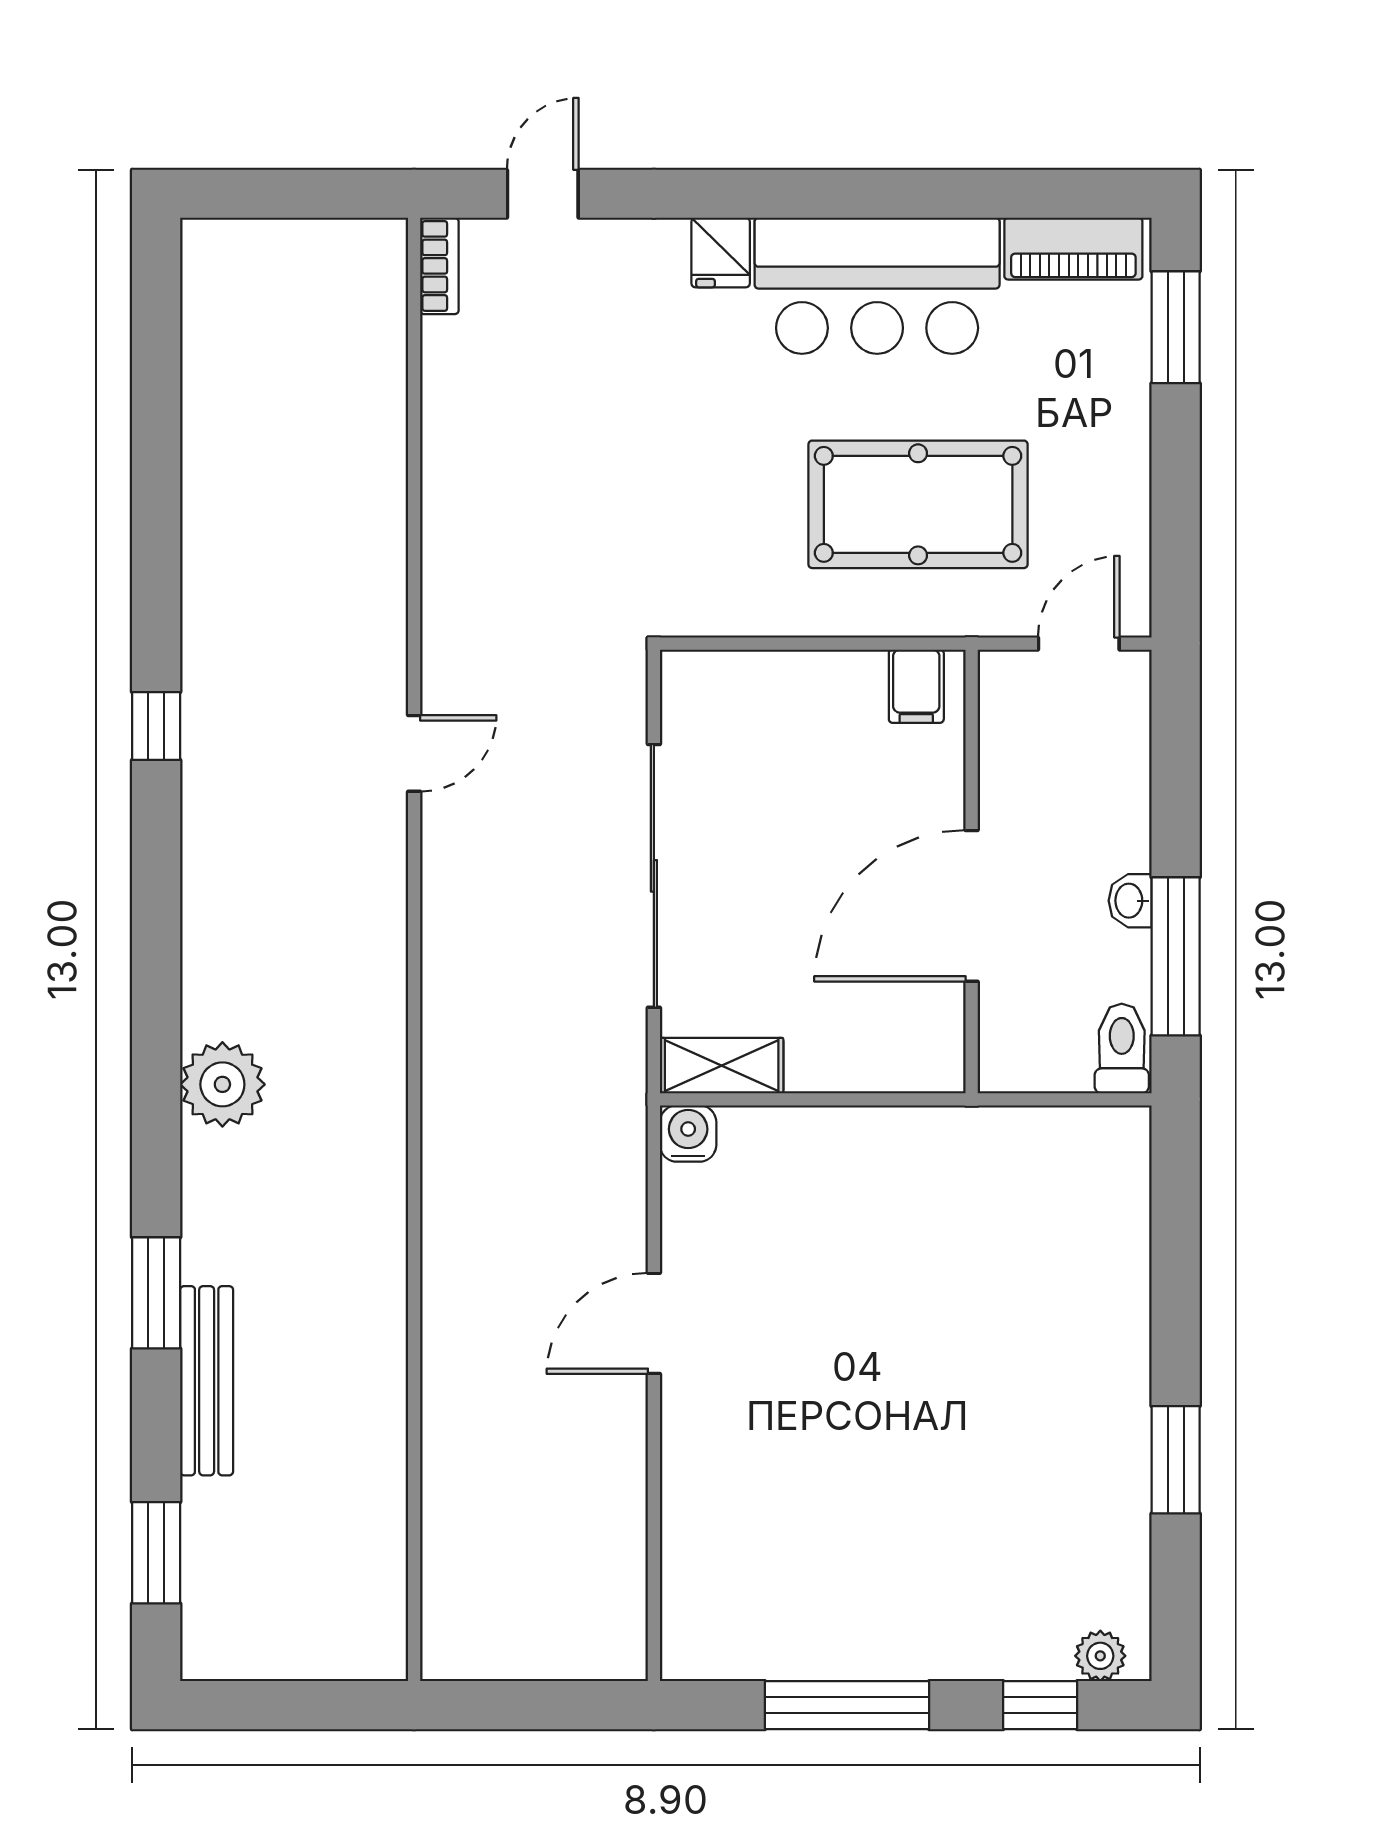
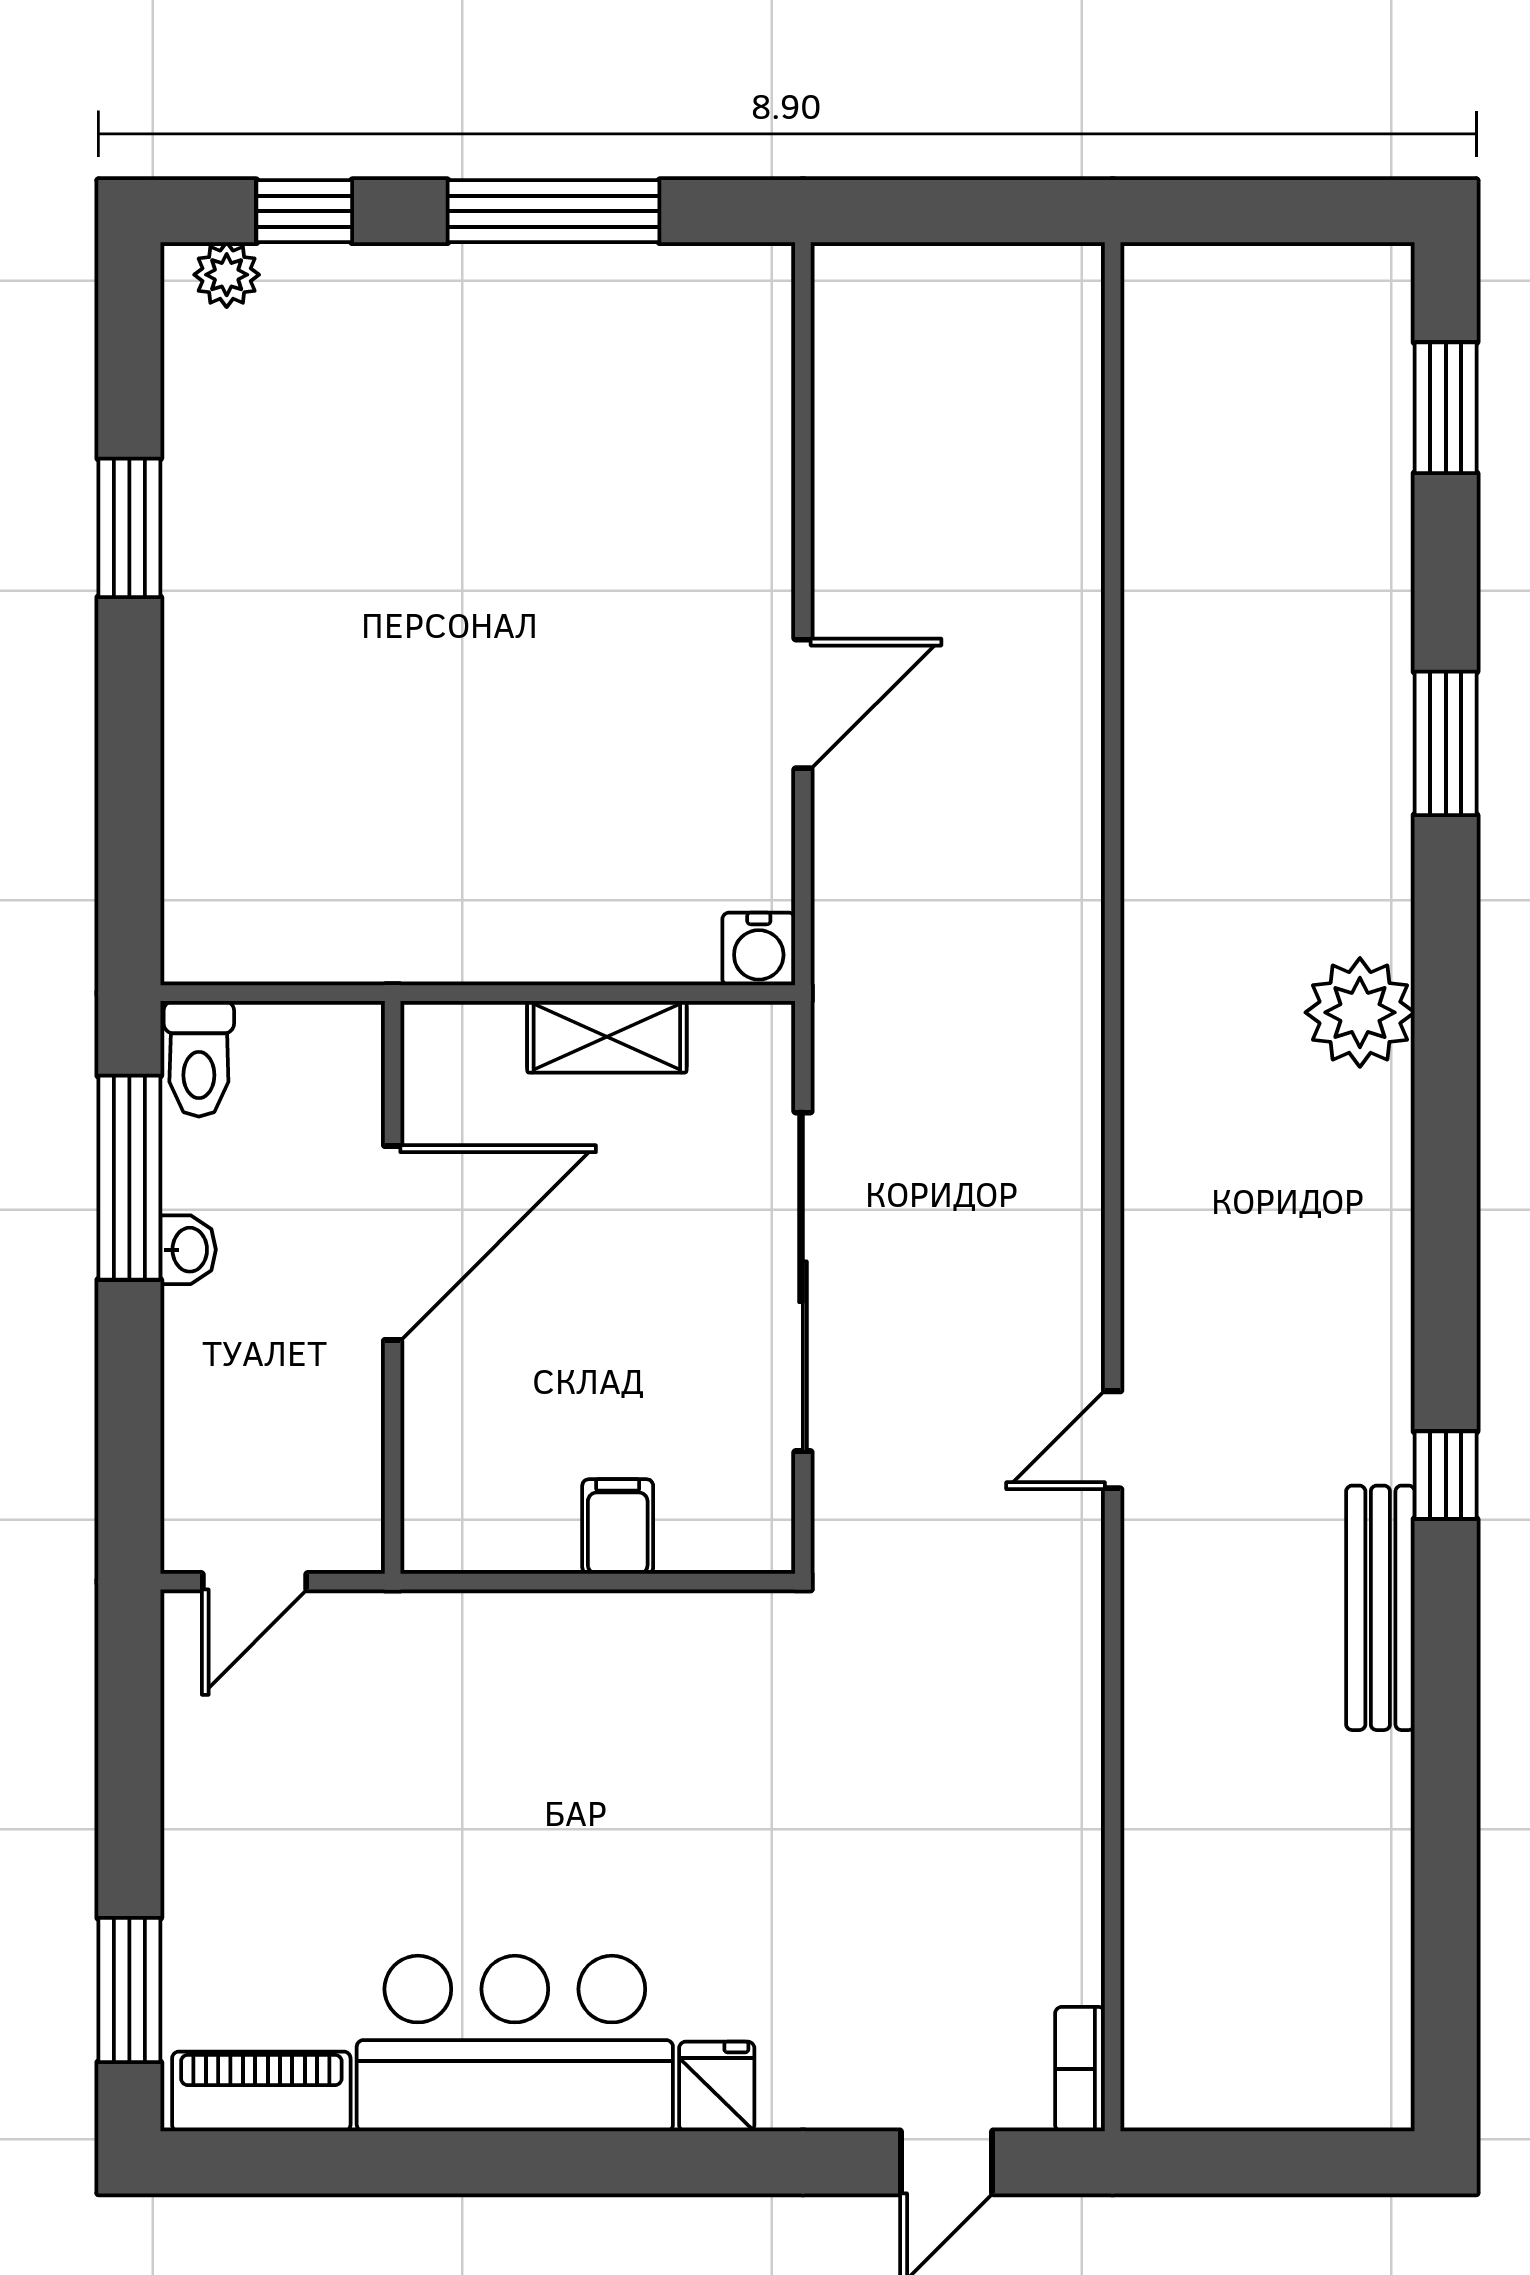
pool table: (918, 504) -> (462, 1761), removed
filing cabinet: (916, 686) -> (618, 1527), moved
shelving: (722, 1066) -> (607, 1037), moved
bench: (207, 1381) -> (1380, 1608), moved

